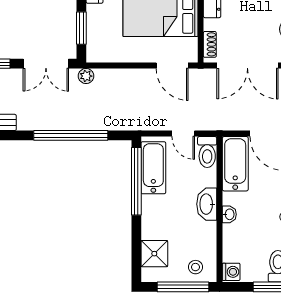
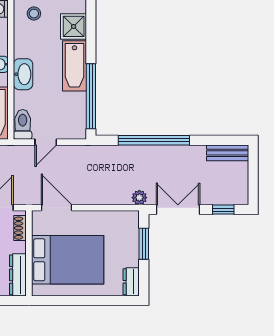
door: (183, 134) -> (46, 142), swing flipped
bathtub: (153, 168) -> (74, 66), moved

